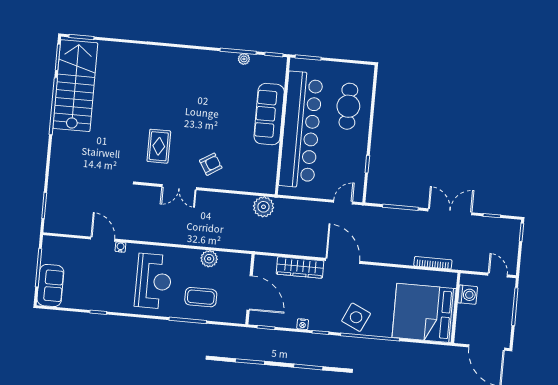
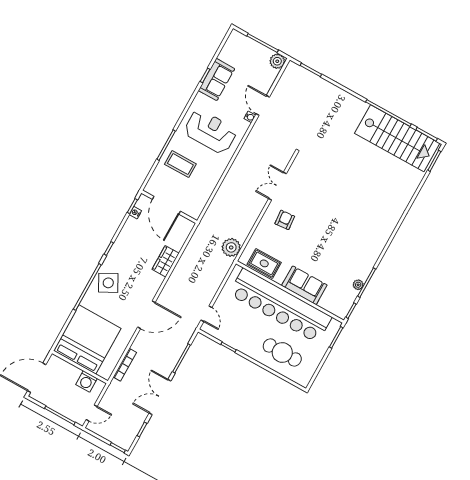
sofa: (269, 114) -> (304, 285), width x0.73
rug: (159, 146) -> (264, 263), moved
armchair: (211, 164) -> (285, 220), turned -153
double door: (450, 212) -> (160, 397), swing flipped
door: (103, 239) -> (263, 105), swing flipped
plant: (209, 259) -> (277, 61), moved
door: (343, 261) -> (146, 315), moved
wardrobe: (300, 267) -> (165, 261), width x0.67
reception desk: (153, 281) -> (210, 131), turned 180
sofa: (50, 285) -> (216, 80), moved, turned -90
door: (250, 293) -> (166, 205), hinge flipped
coffee table: (201, 297) -> (180, 164), turned 90
side table: (356, 317) -> (108, 283), turned 37
nightstand: (303, 324) -> (135, 213), moved

